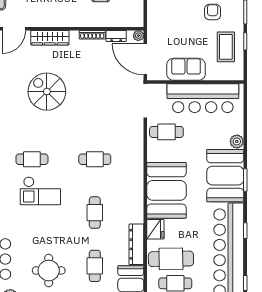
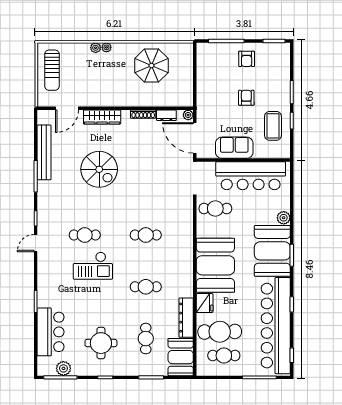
armchair: (213, 12) -> (246, 98), moved
spiral stairs: (47, 92) -> (99, 169), turned 180
cafe table: (95, 213) -> (146, 287), turned 90

